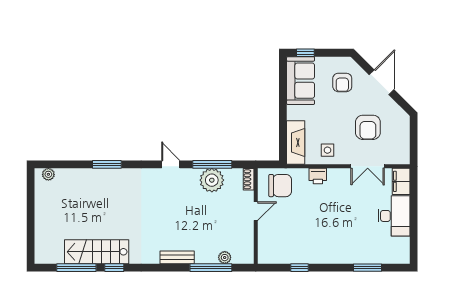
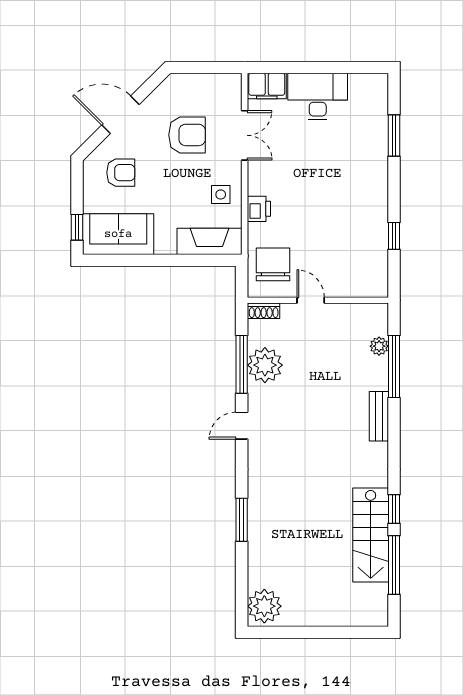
plant: (48, 174) -> (264, 606), width x1.88, depth x1.88

